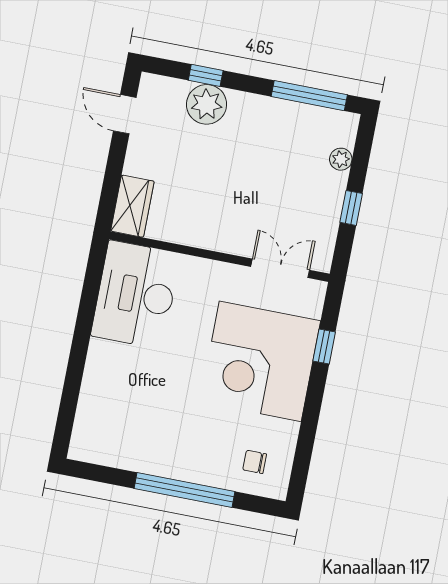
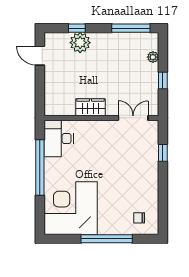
wardrobe: (132, 206) -> (91, 107), moved, turned -90
desk: (136, 295) -> (59, 138), width x0.73, depth x0.77
window: (83, 329) -> (40, 167), added
corner desk: (260, 361) -> (71, 208), moved, turned 90

